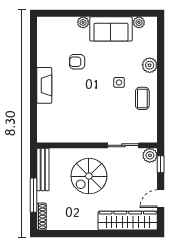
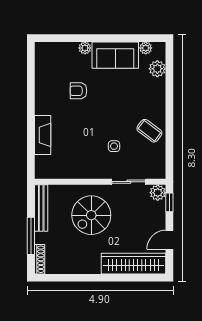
plant: (150, 65) -> (157, 69), moved
side table: (119, 82) -> (114, 146), moved
fireplace: (44, 85) -> (43, 135), moved
coffee table: (142, 98) -> (149, 131), turned -53

